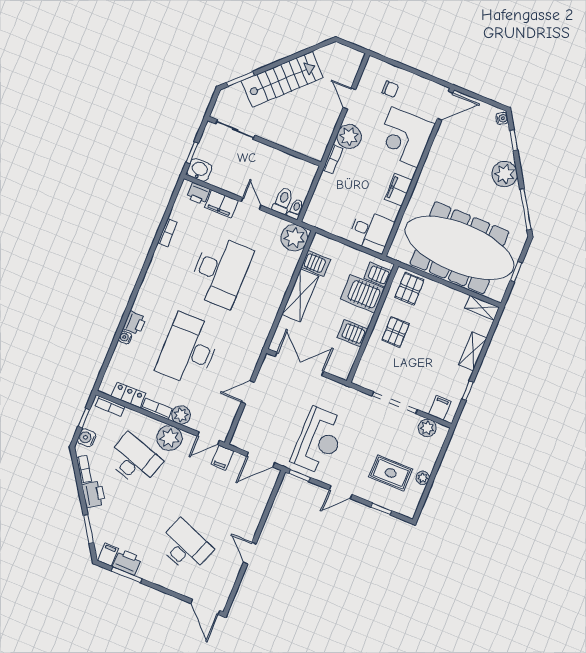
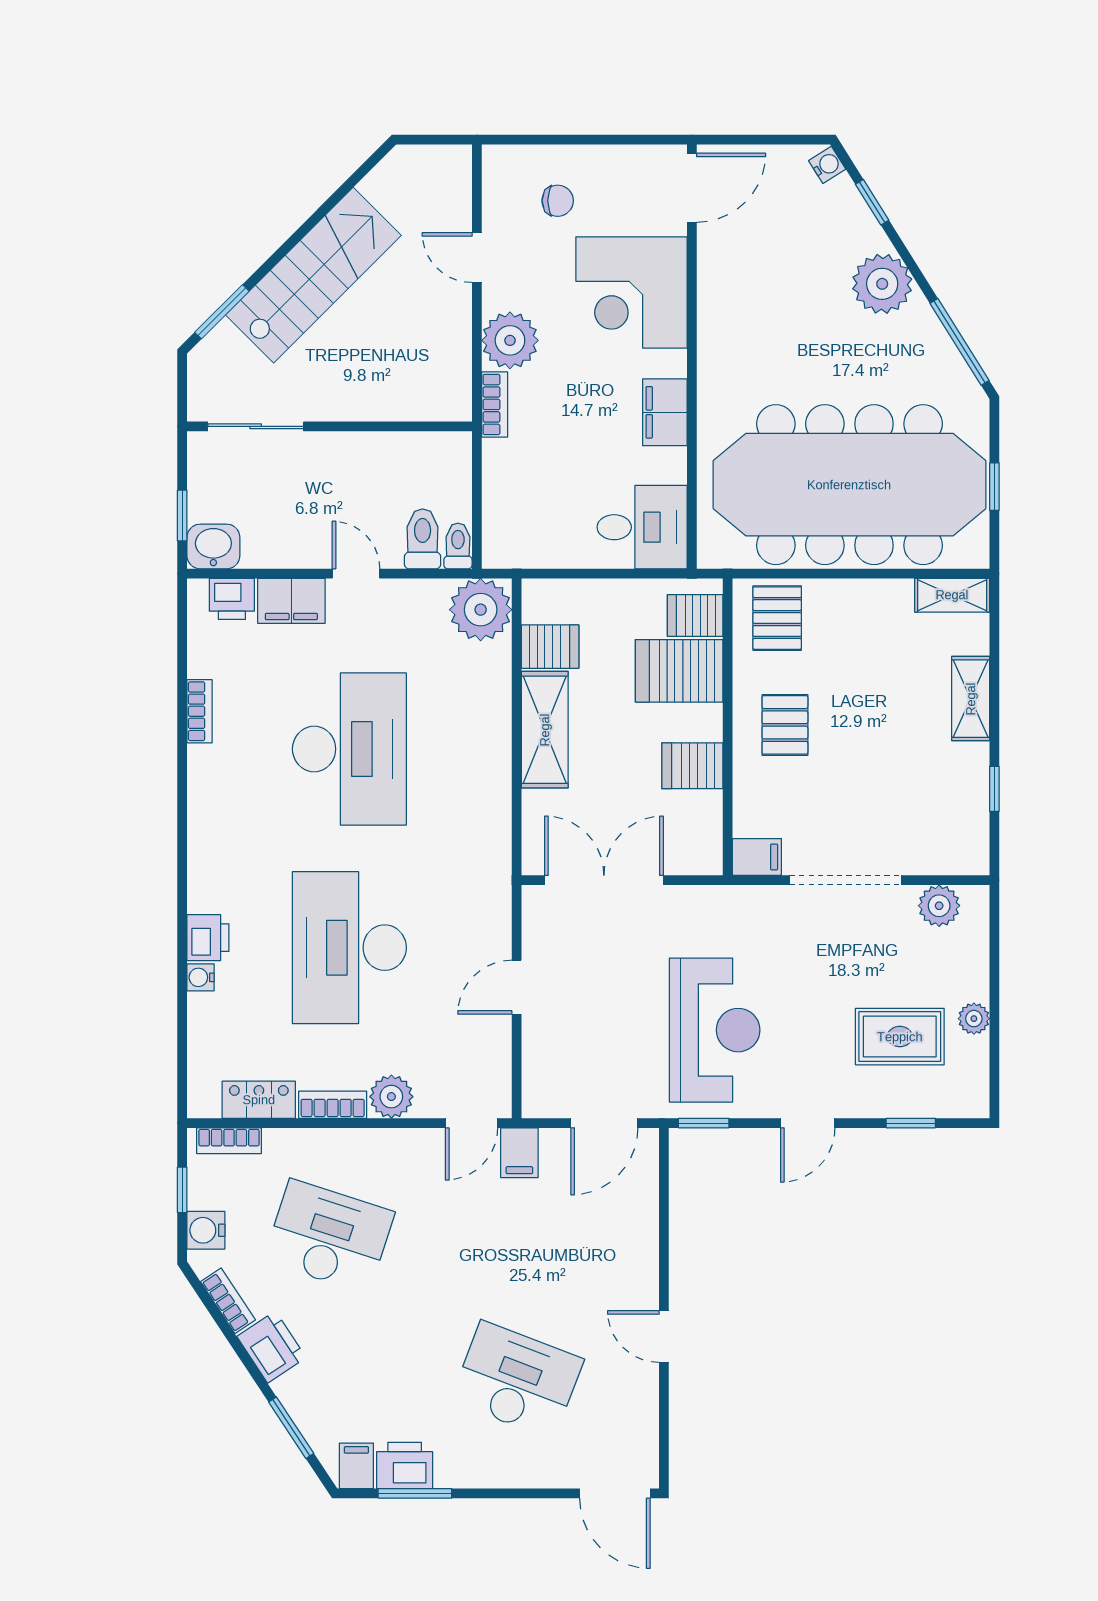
filing cabinet: (440, 408) -> (757, 857), moved, turned 90
plant: (169, 438) -> (387, 1157), removed

